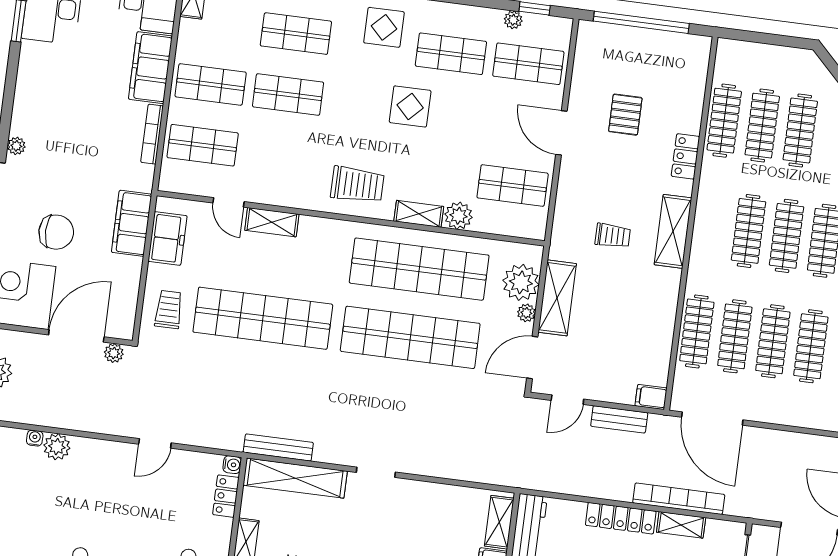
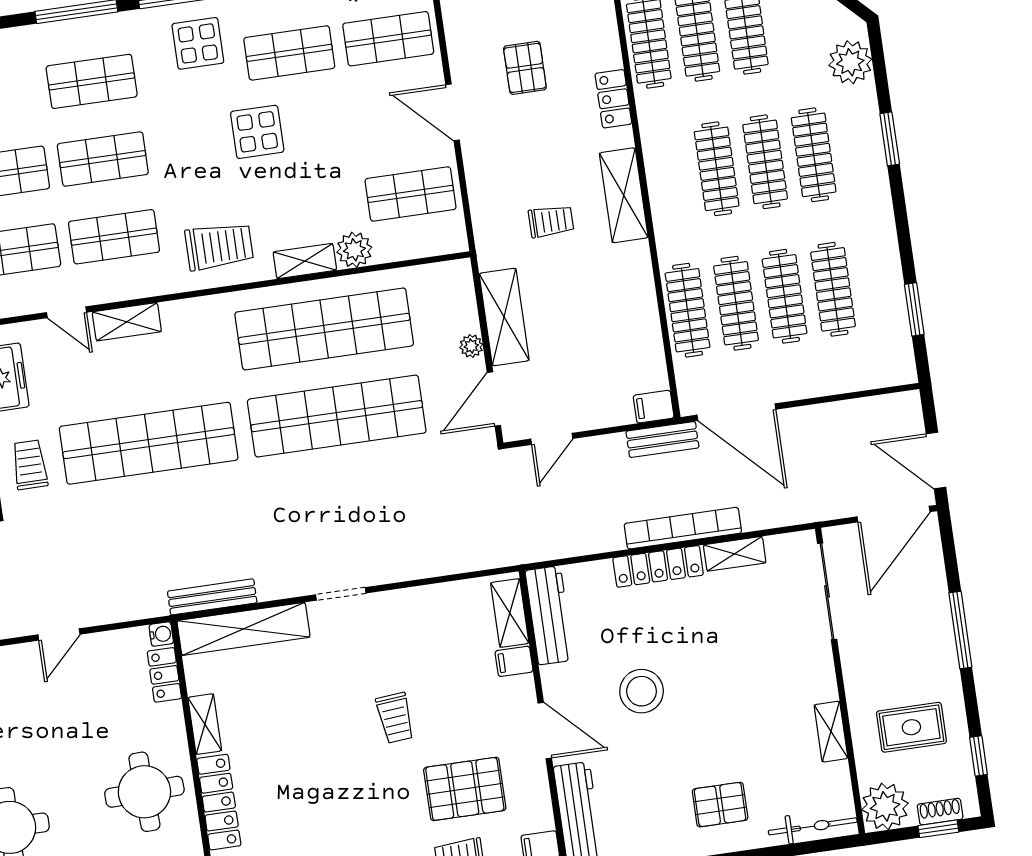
shop shelf: (280, 155) -> (114, 237), added
plant: (521, 282) -> (454, 310), removed
bench: (619, 419) -> (662, 440), moved
bookcase: (679, 499) -> (683, 528), moved

